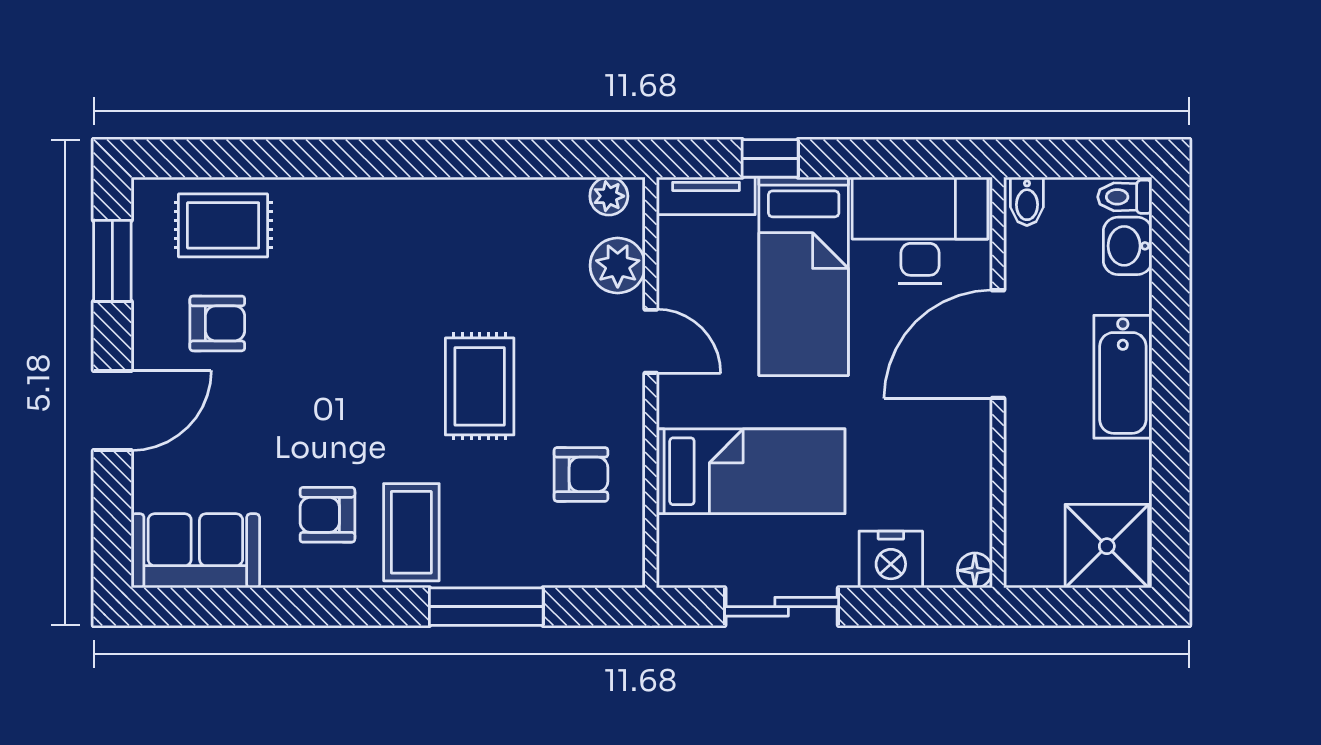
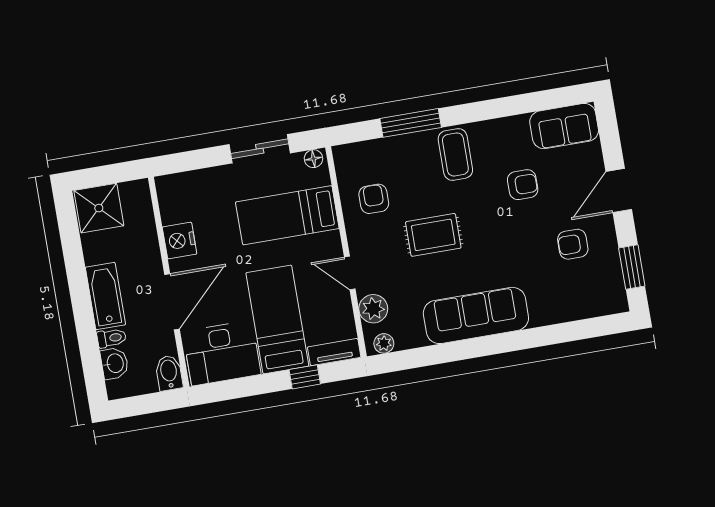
toilet: (1125, 197) -> (112, 338), moved
bidet: (1027, 201) -> (169, 373), width x1.38, depth x1.36
sofa: (425, 219) -> (476, 315), added
rug: (223, 225) -> (578, 295), removed
rug: (480, 386) -> (433, 235), turned 90
armchair: (581, 474) -> (374, 199), turned 90
armchair: (327, 515) -> (523, 185), moved
nightstand: (891, 560) -> (180, 240), moved, turned -90
floor lamp: (975, 570) -> (313, 159), moved

